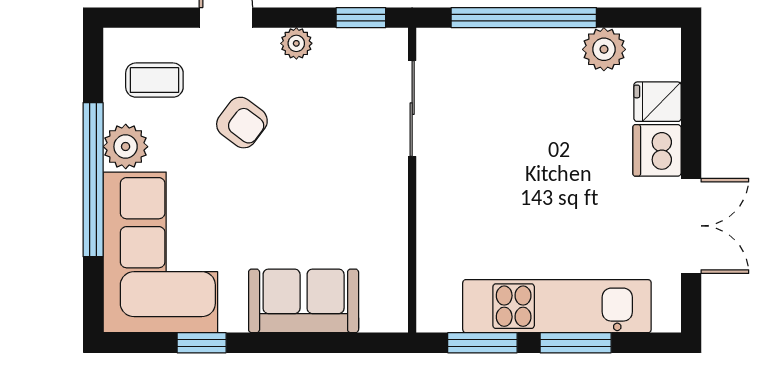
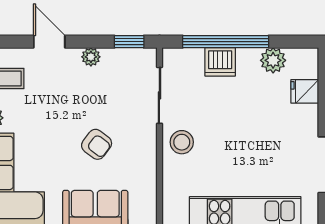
armchair: (242, 123) -> (97, 144), moved
dishwasher: (657, 150) -> (220, 62), moved, turned -90
stool: (450, 188) -> (182, 142), added

